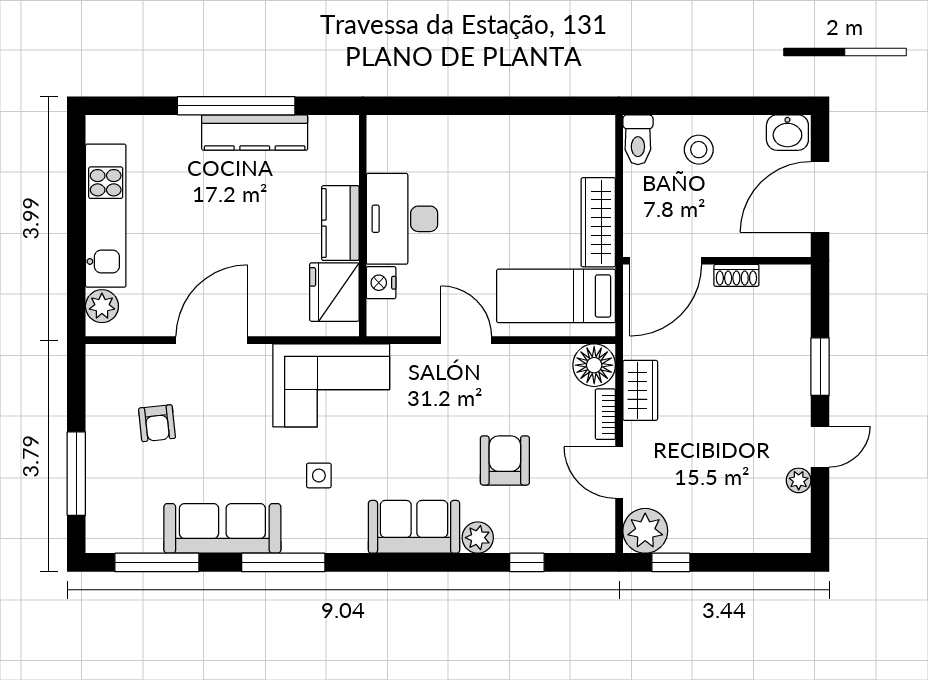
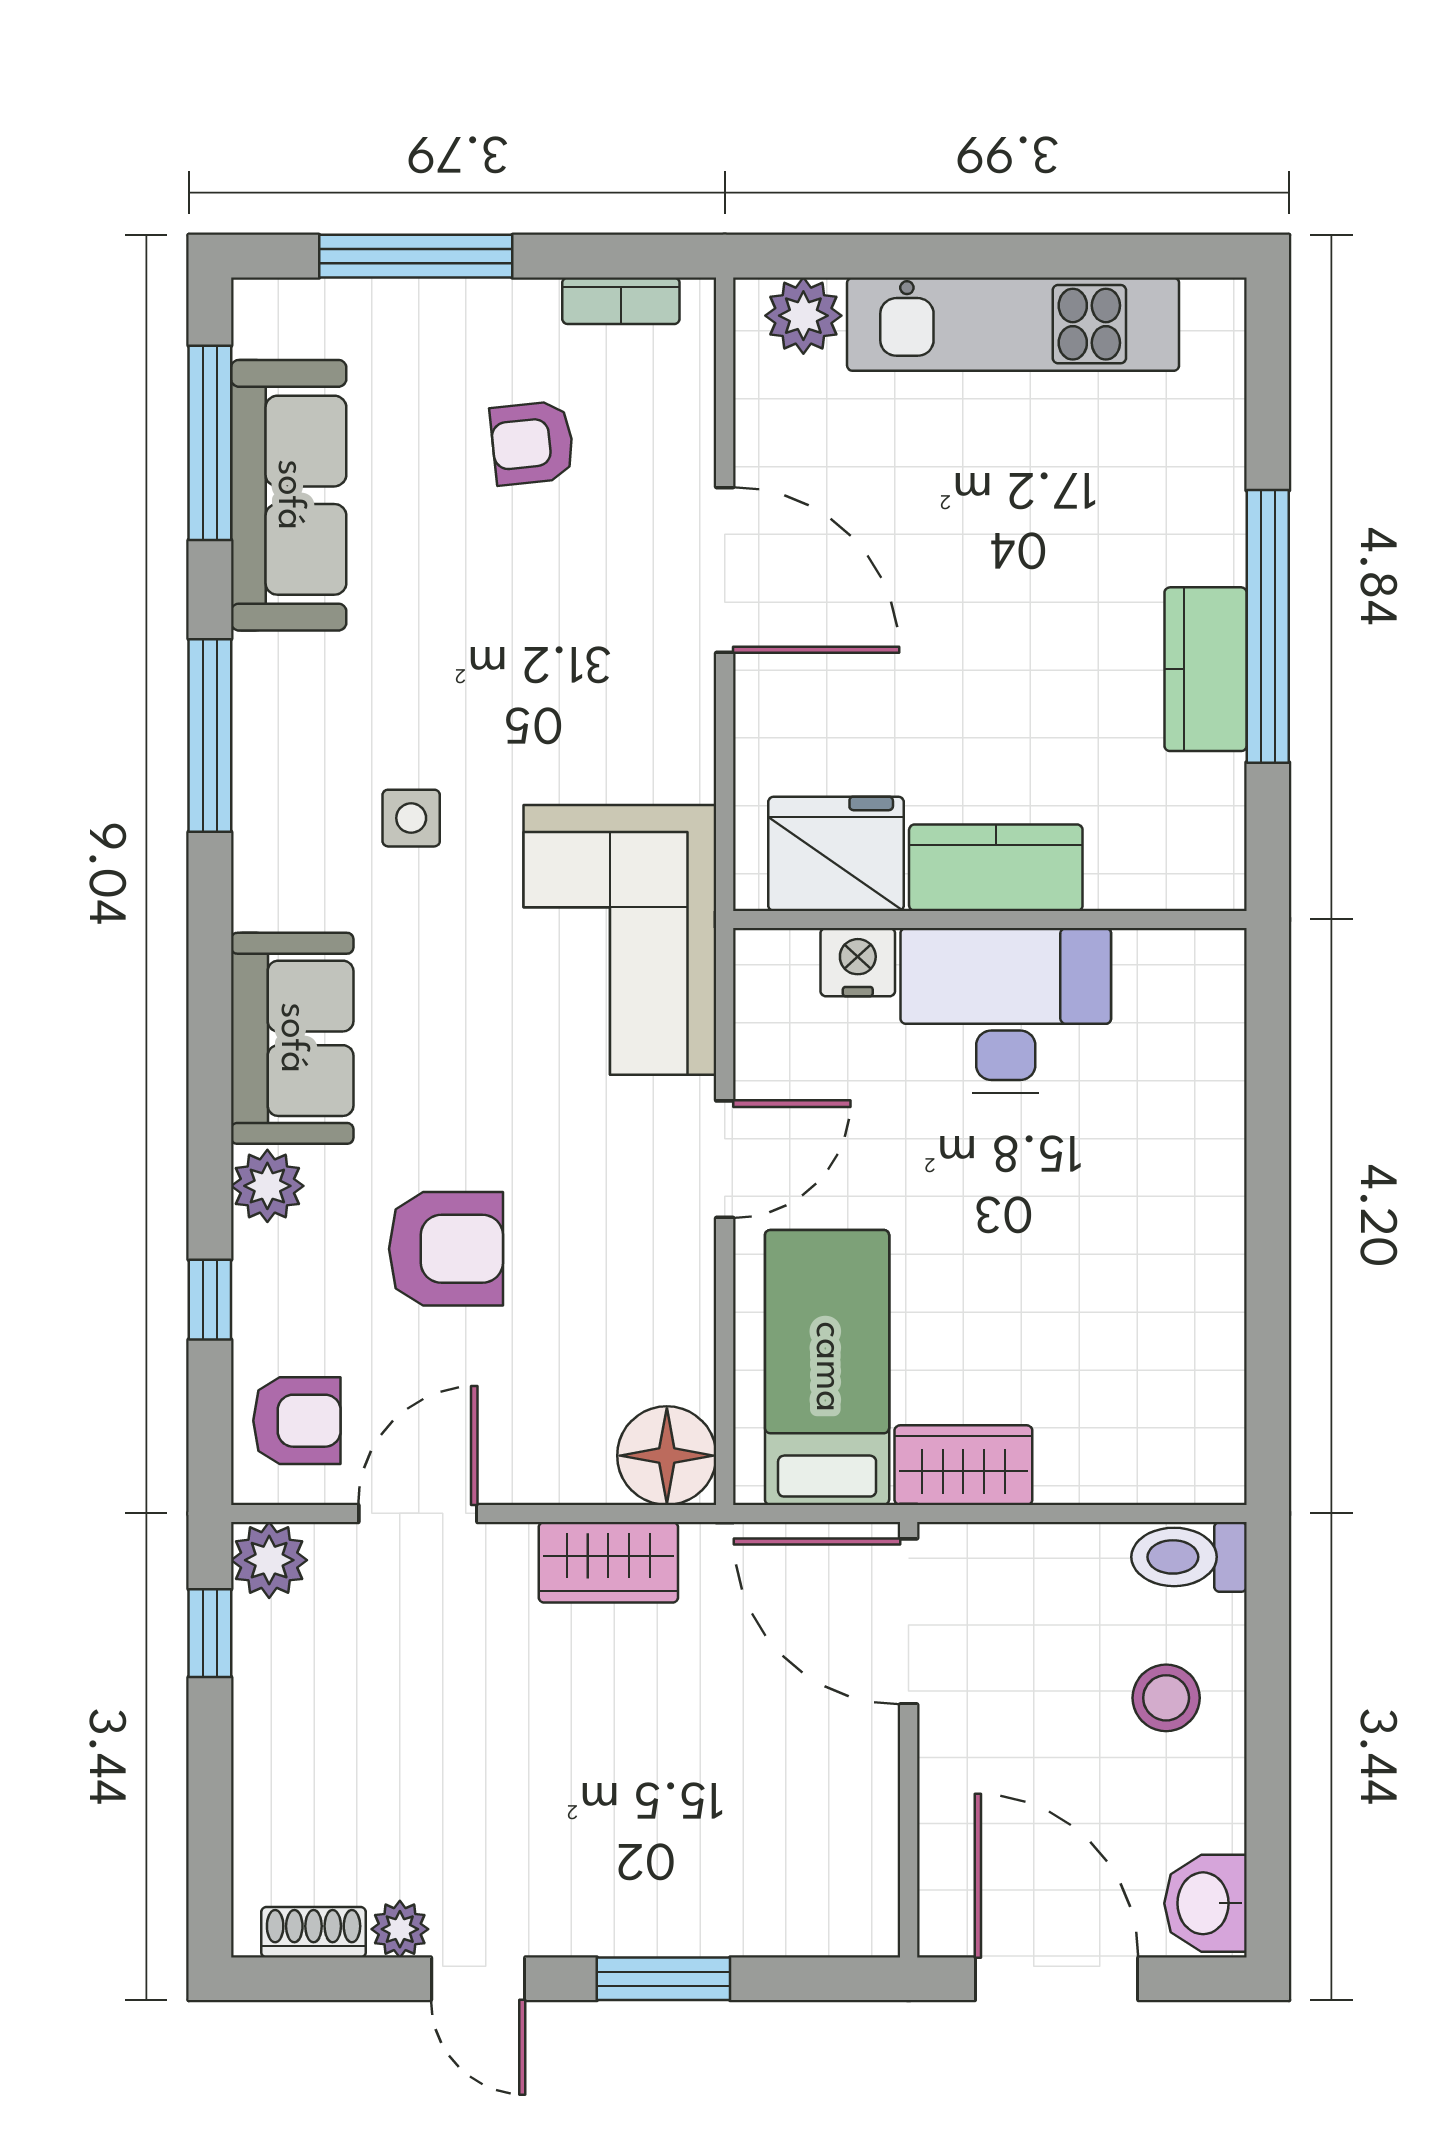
kitchen counter: (255, 133) -> (1206, 669), width x0.67
wardrobe: (598, 222) -> (963, 1465), width x0.67
shoe rack: (736, 275) -> (314, 1932), moved, turned 90
corner sofa: (331, 385) -> (620, 940), moved
bookcase: (605, 414) -> (621, 301), moved, turned 180
armchair: (579, 525) -> (297, 1421), added
sofa: (222, 528) -> (289, 495), moved
plant: (645, 531) -> (269, 1560), width x0.73, depth x0.73

